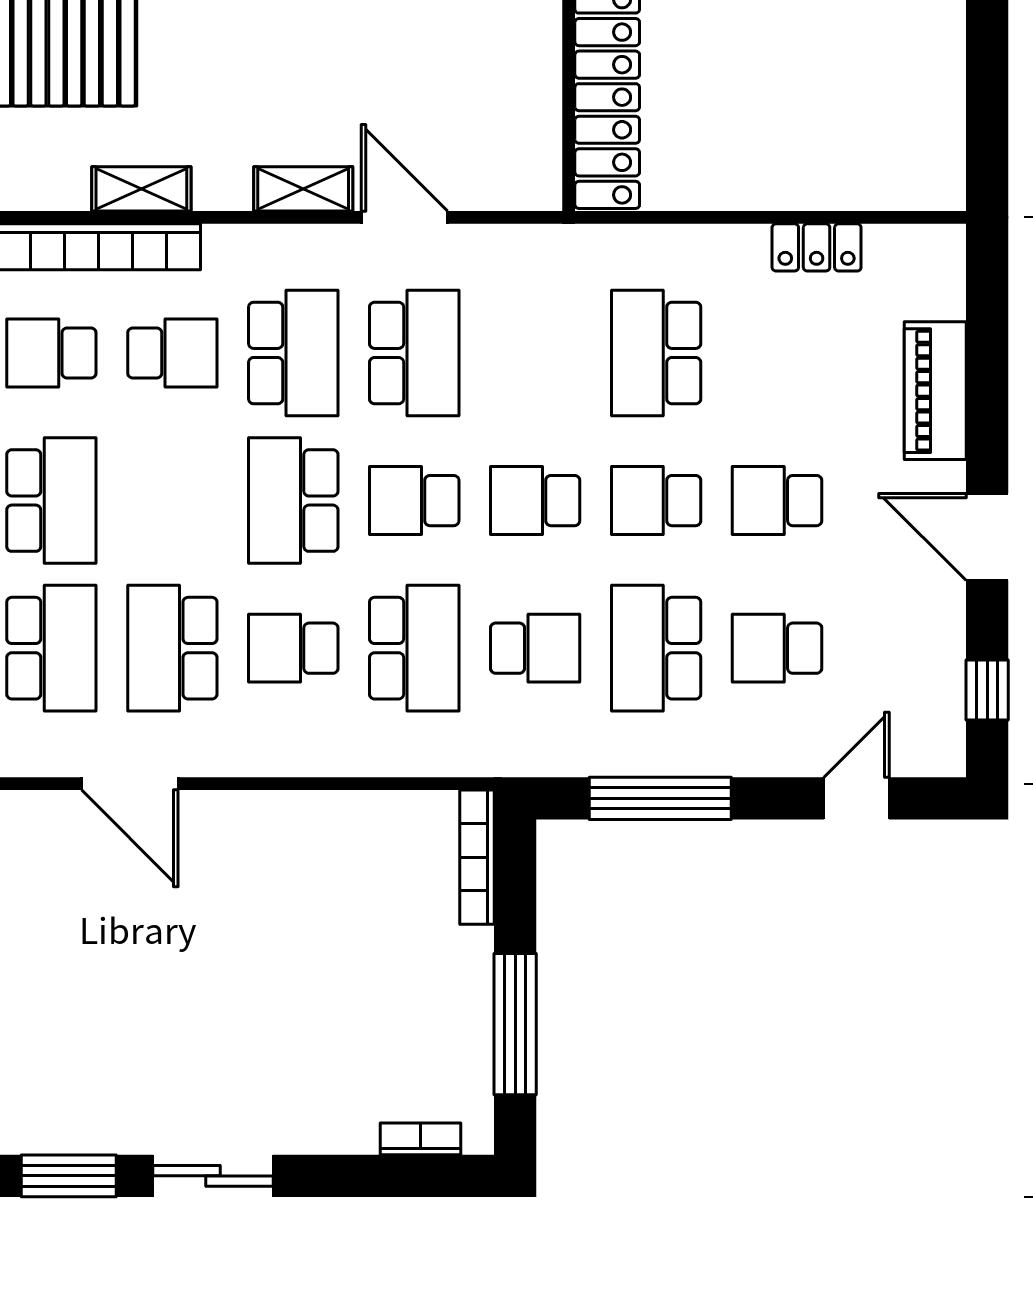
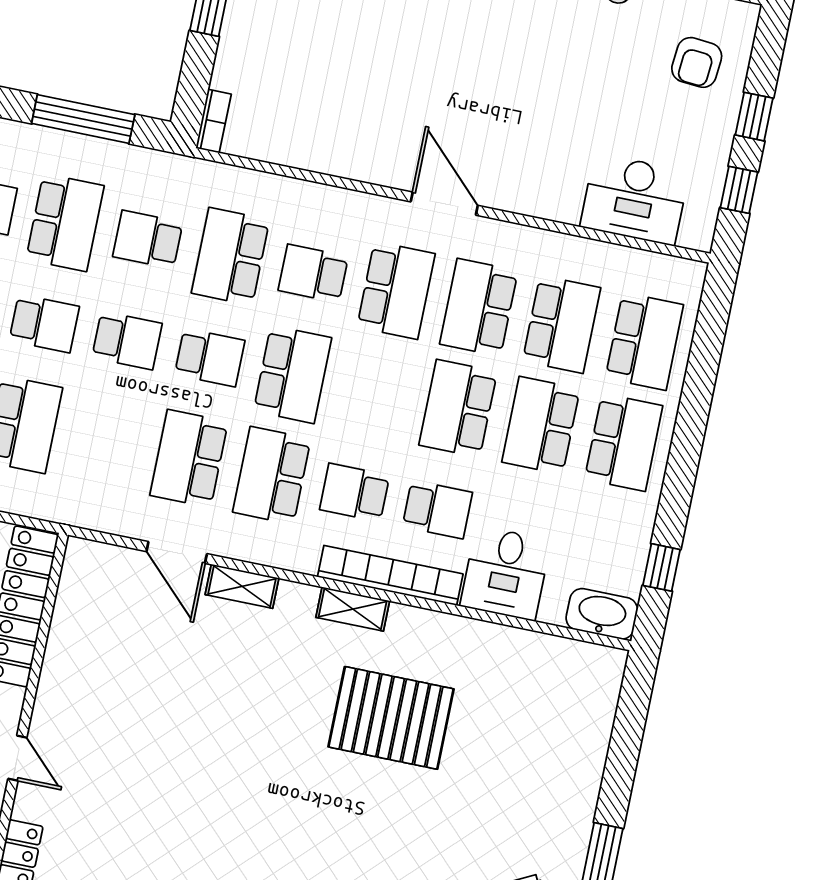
school desk: (293, 648) -> (313, 273), turned 180
bookcase: (477, 857) -> (213, 121), width x0.64

